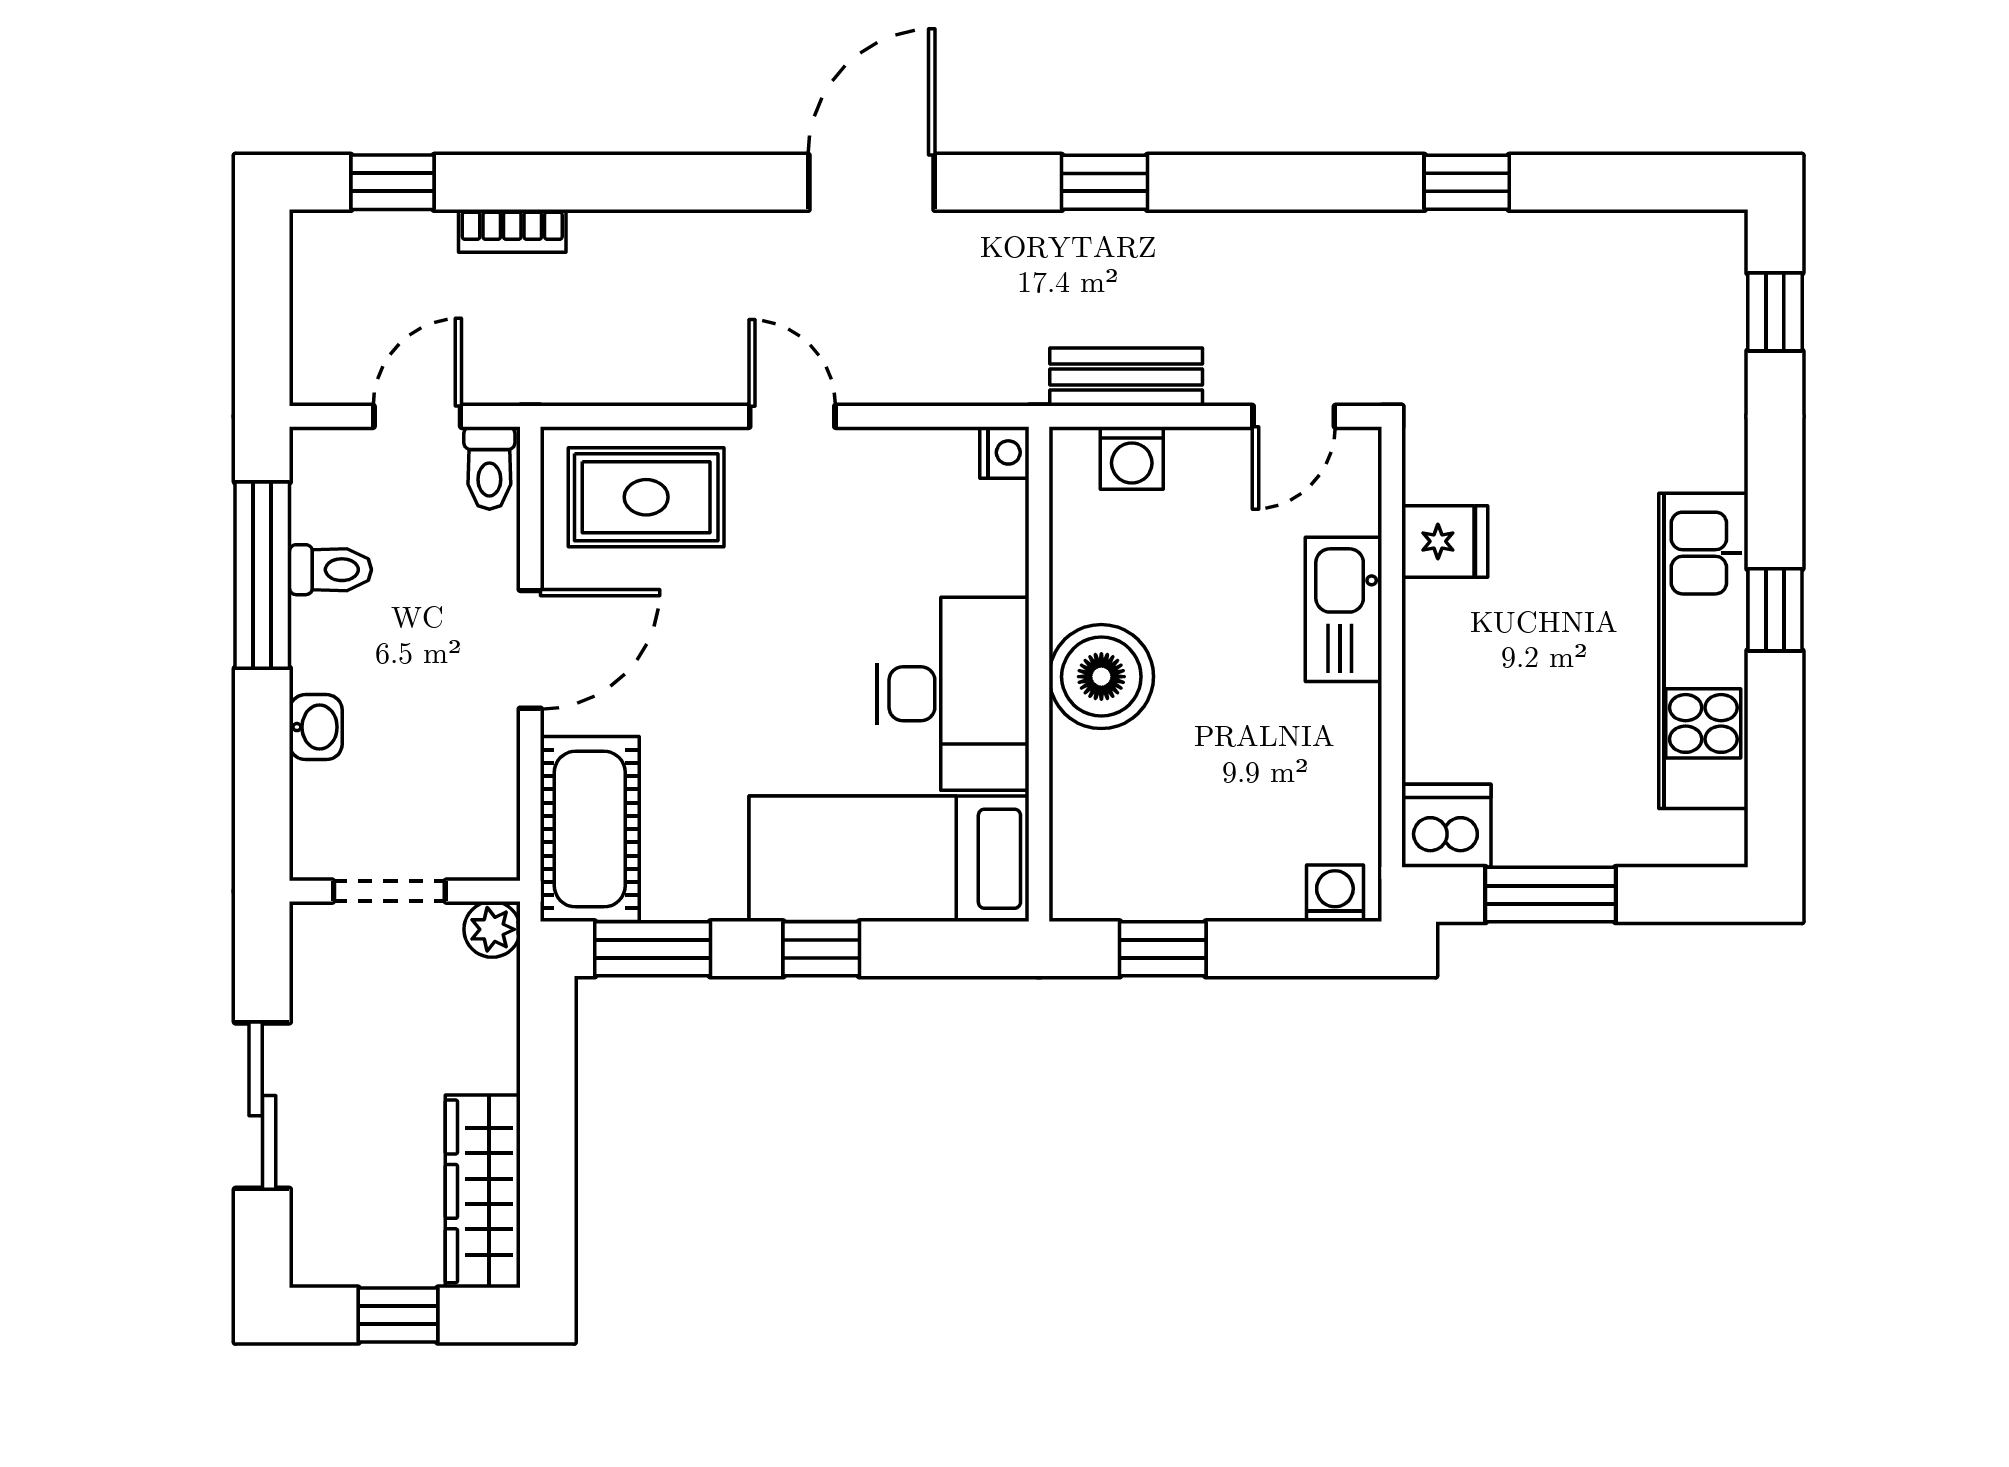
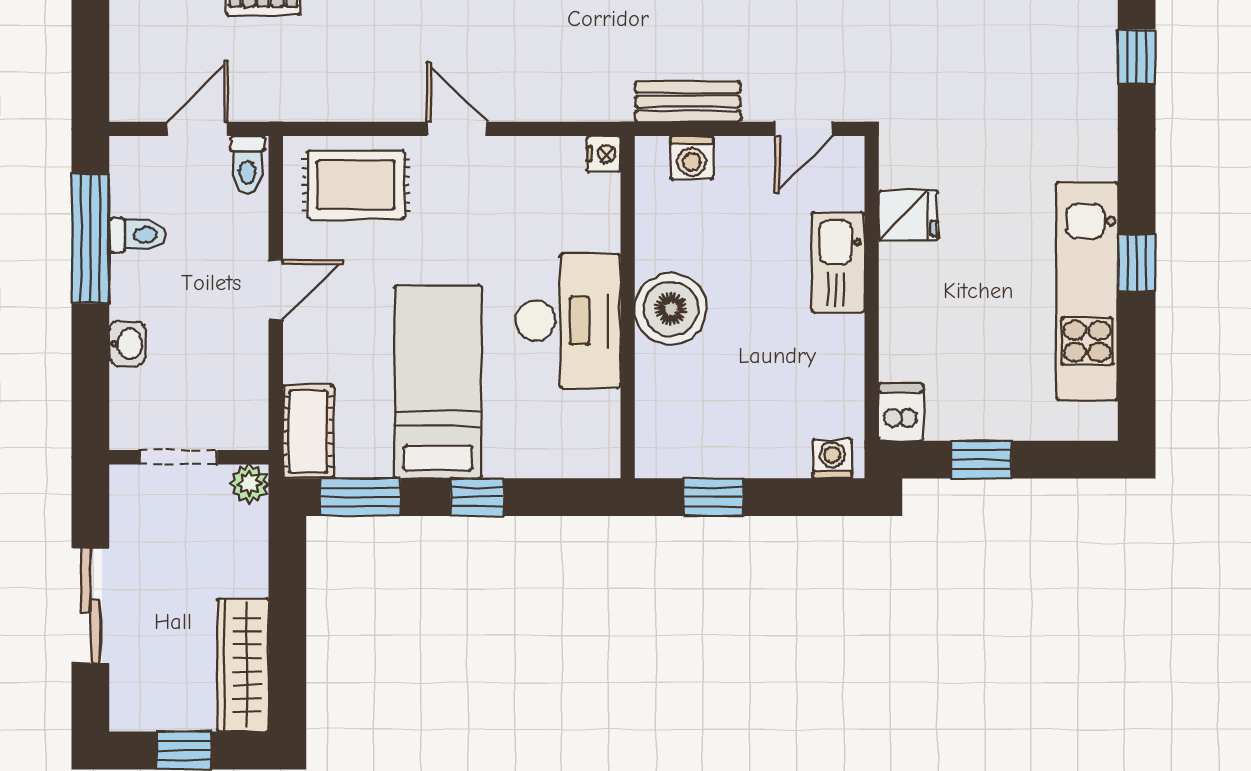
door: (530, 649) -> (276, 290), width x0.73
dishwasher: (1446, 826) -> (901, 412), width x0.73
cot: (590, 829) -> (308, 432), width x0.73, depth x0.75
bed: (889, 859) -> (438, 382), moved, turned 90
window: (1551, 895) -> (981, 460), width x0.67

